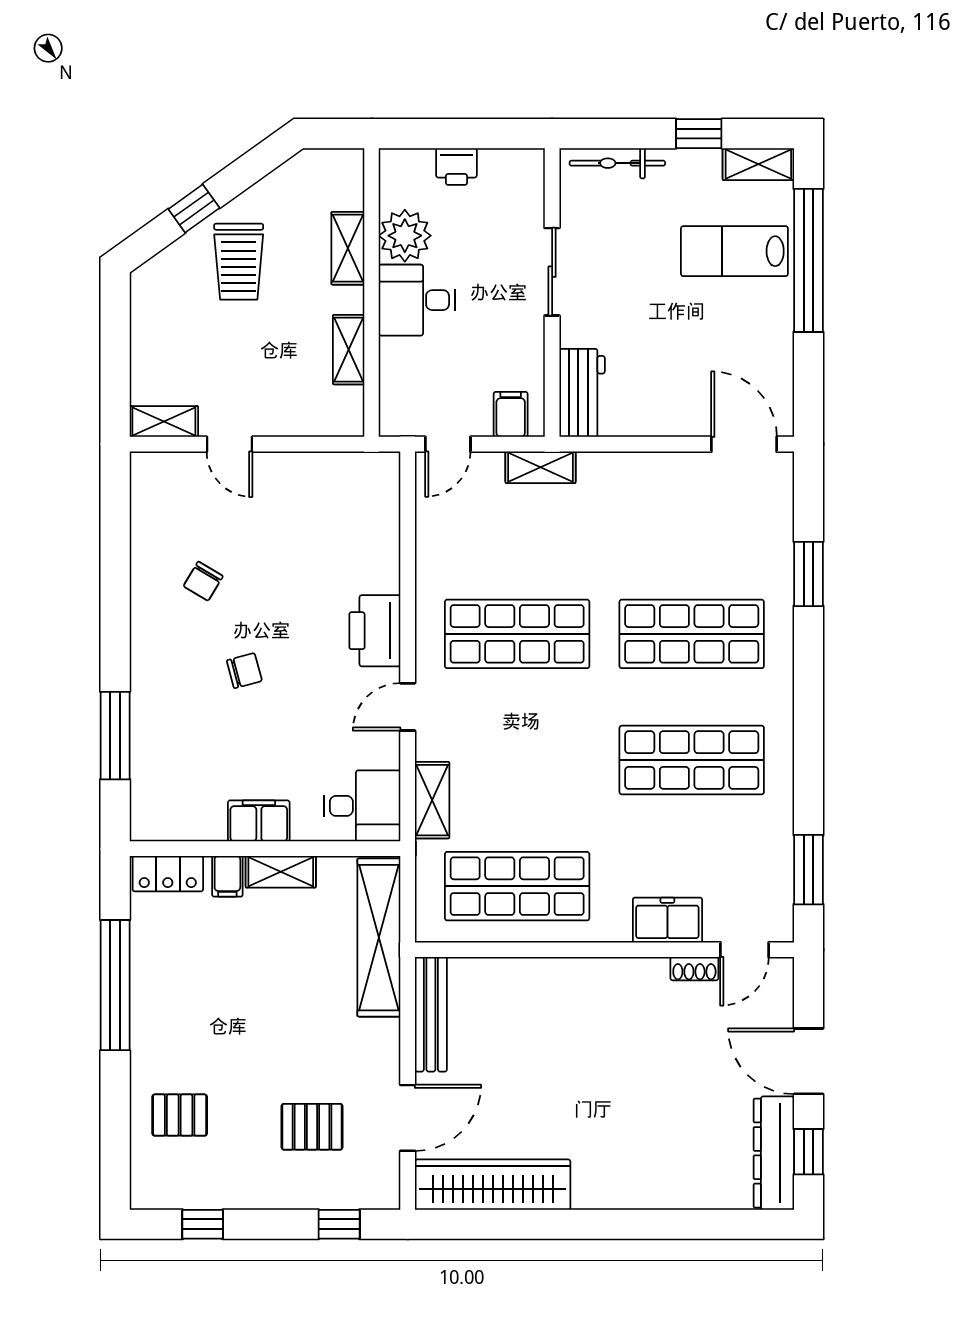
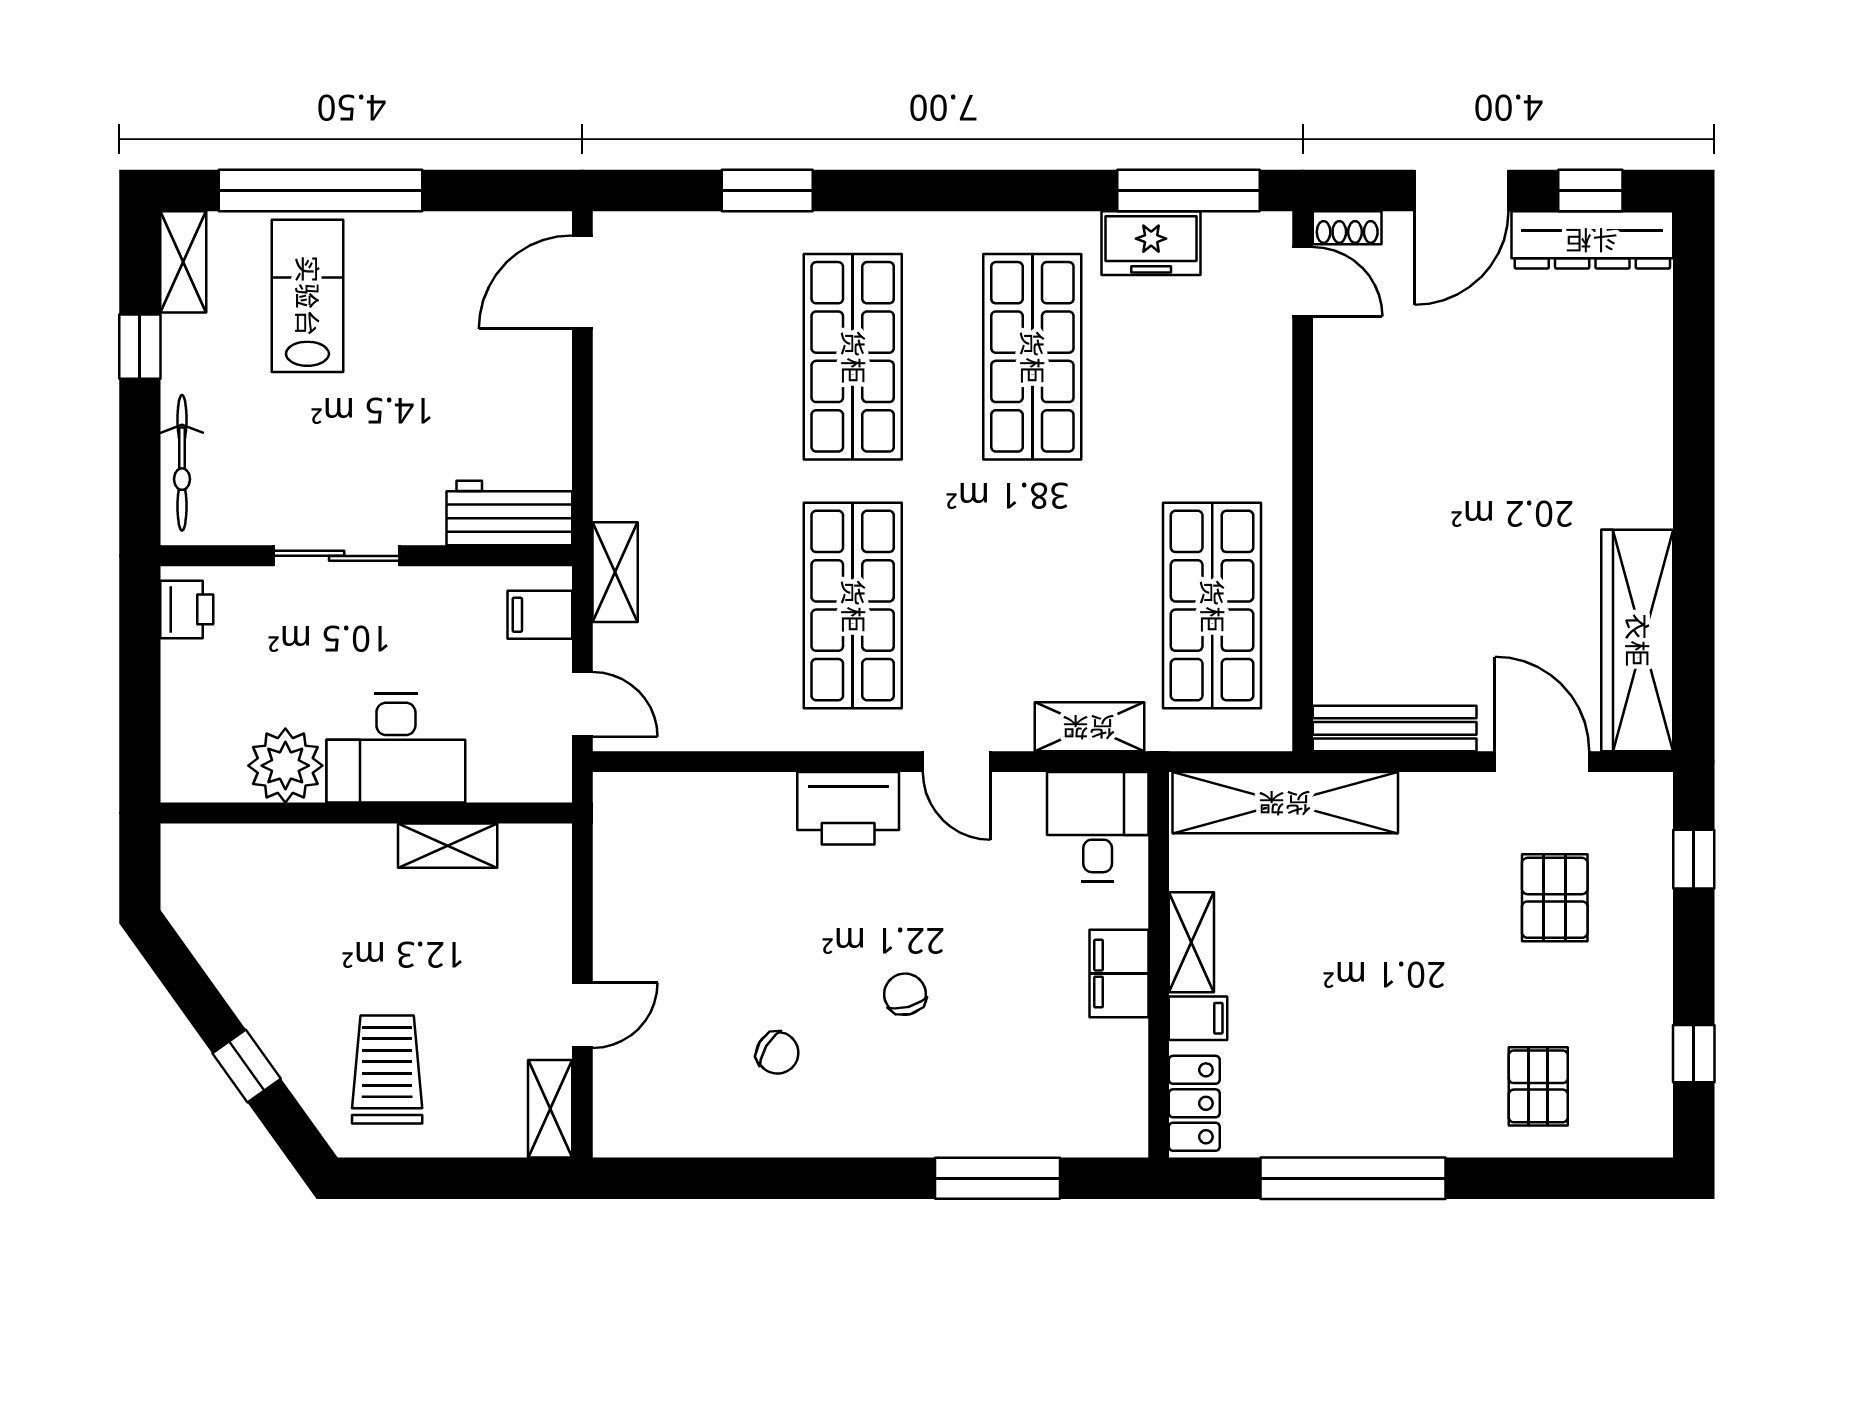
printer: (456, 166) -> (187, 609), moved
shelving: (348, 248) -> (303, 847), removed
lab bench: (734, 251) -> (307, 296), turned 180
trolley: (239, 262) -> (387, 1069), moved, turned -90
desk: (417, 300) -> (396, 748), width x1.37
window: (808, 870) -> (1189, 190), width x1.44
freezer: (667, 920) -> (1151, 243), moved, turned -90
shoe rack: (694, 969) -> (1347, 228), moved, turned 90

